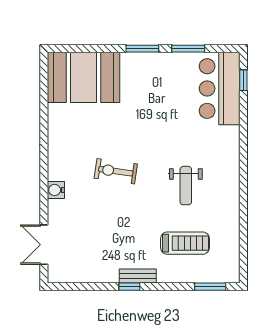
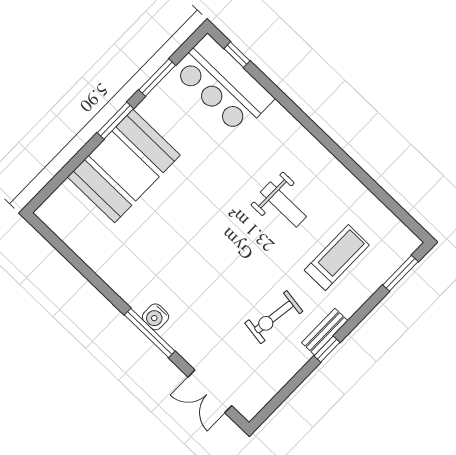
booth: (83, 77) -> (124, 166), moved
exercise bike: (116, 171) -> (274, 317), moved
window: (44, 181) -> (150, 333), added
water cooler: (56, 190) -> (156, 317), moved

